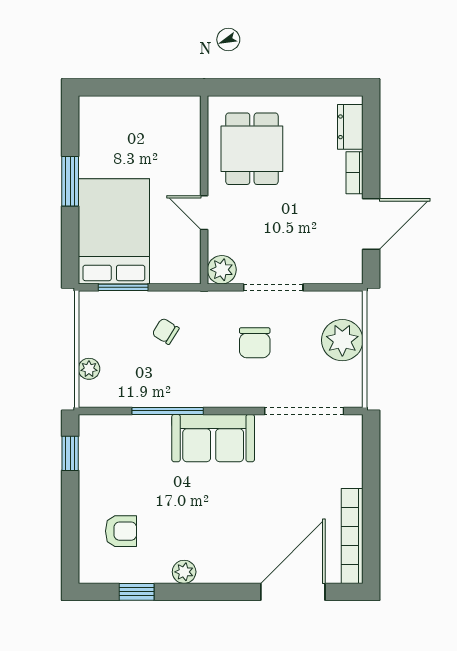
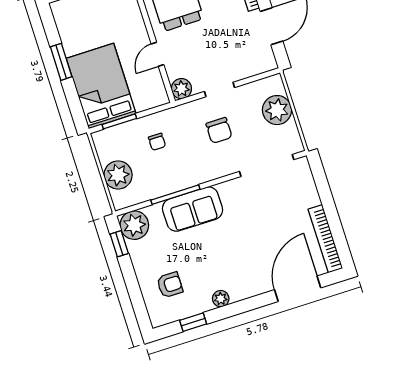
door: (204, 213) -> (157, 54), hinge flipped
doorway: (273, 287) -> (220, 89), width x0.73
chair: (166, 331) -> (157, 142), turned -122
plant: (89, 369) -> (118, 175), width x1.87, depth x1.87
plant: (99, 435) -> (134, 225), added
sofa: (213, 438) -> (193, 209), moved

